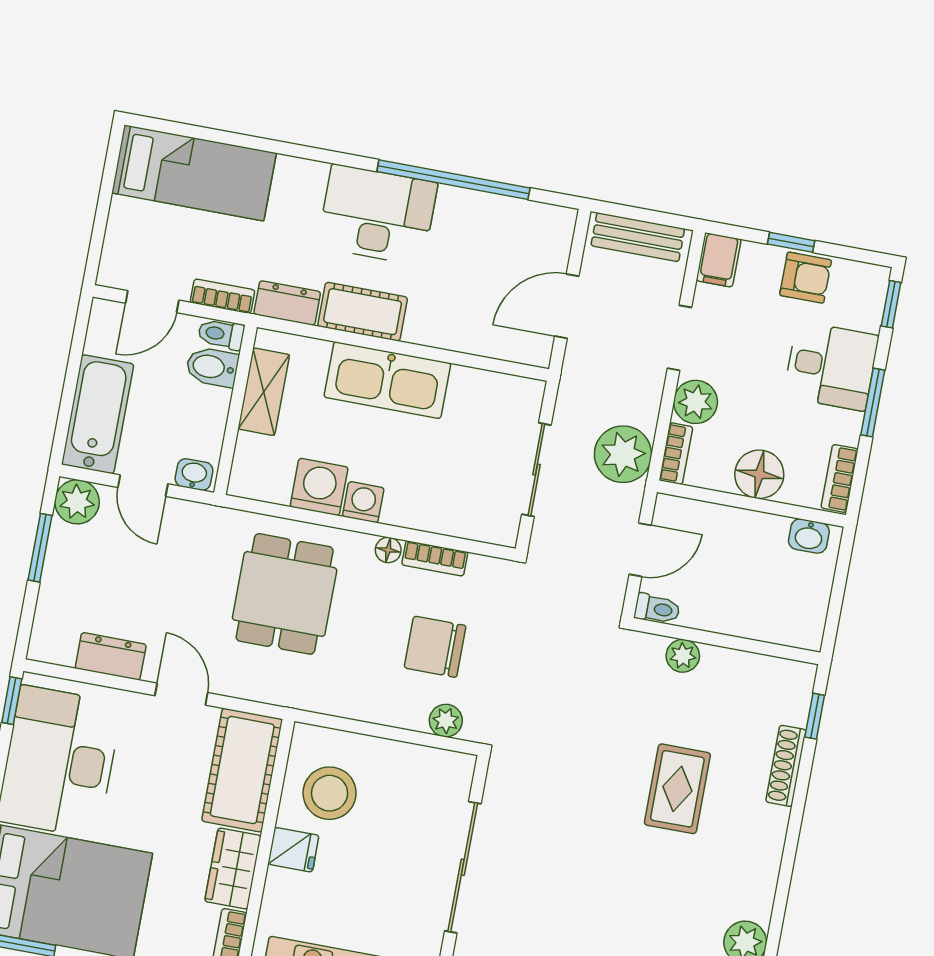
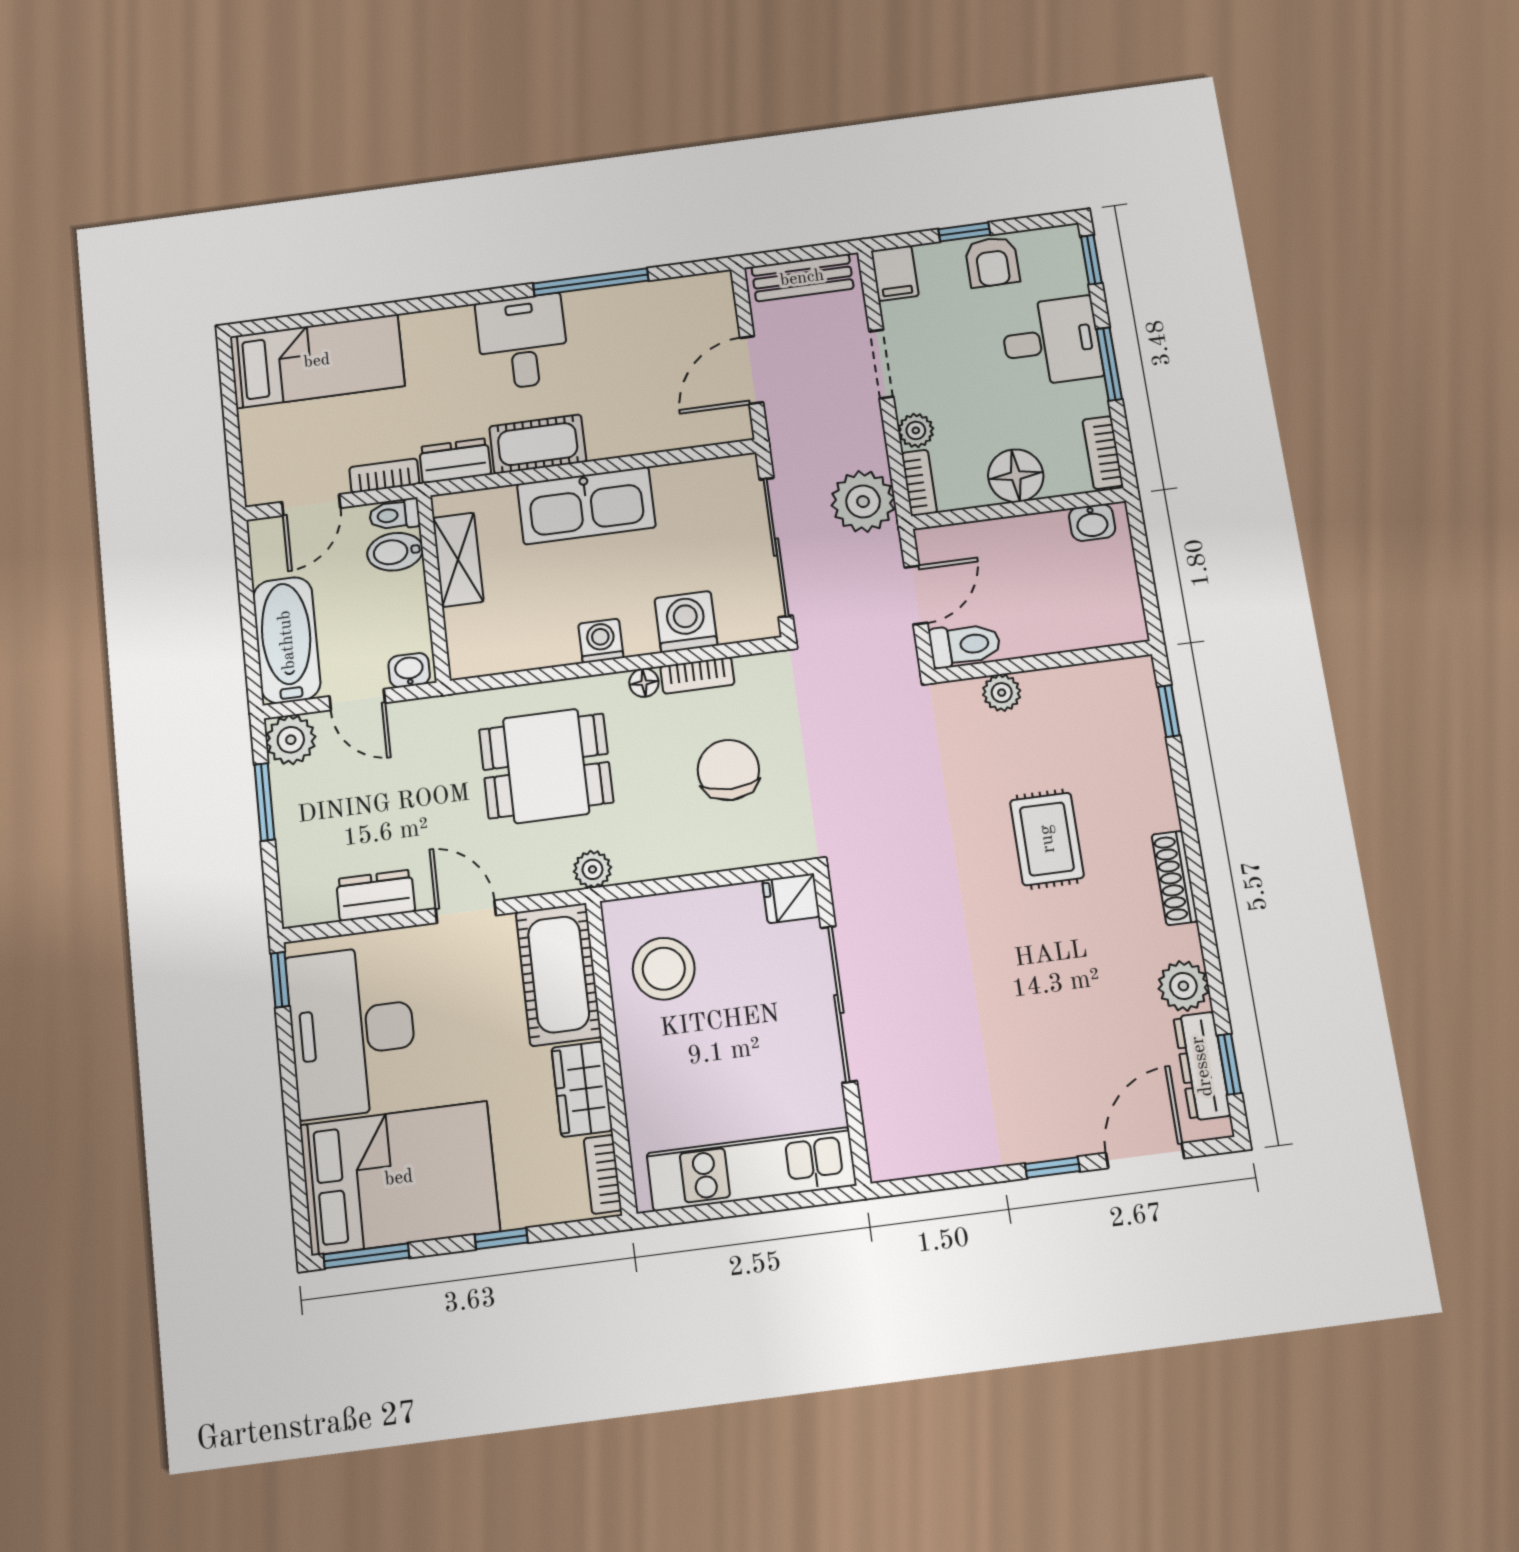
window: (453, 180) -> (591, 282), width x0.68
desk: (377, 215) -> (522, 342), width x0.73
armchair: (806, 278) -> (992, 262), turned 90
plant: (696, 402) -> (916, 430), width x0.73, depth x0.73
sliding door: (536, 470) -> (776, 547), width x1.37
washing machine: (319, 487) -> (686, 622), moved
dining table: (285, 594) -> (546, 766), turned 90
toilet: (657, 609) -> (965, 645), width x1.37, depth x1.39
chair: (435, 647) -> (728, 770), turned 90
plant: (446, 721) -> (592, 869), moved
shoe rack: (786, 766) -> (1175, 878), moved
fridge: (293, 850) -> (791, 898), moved, turned 180

